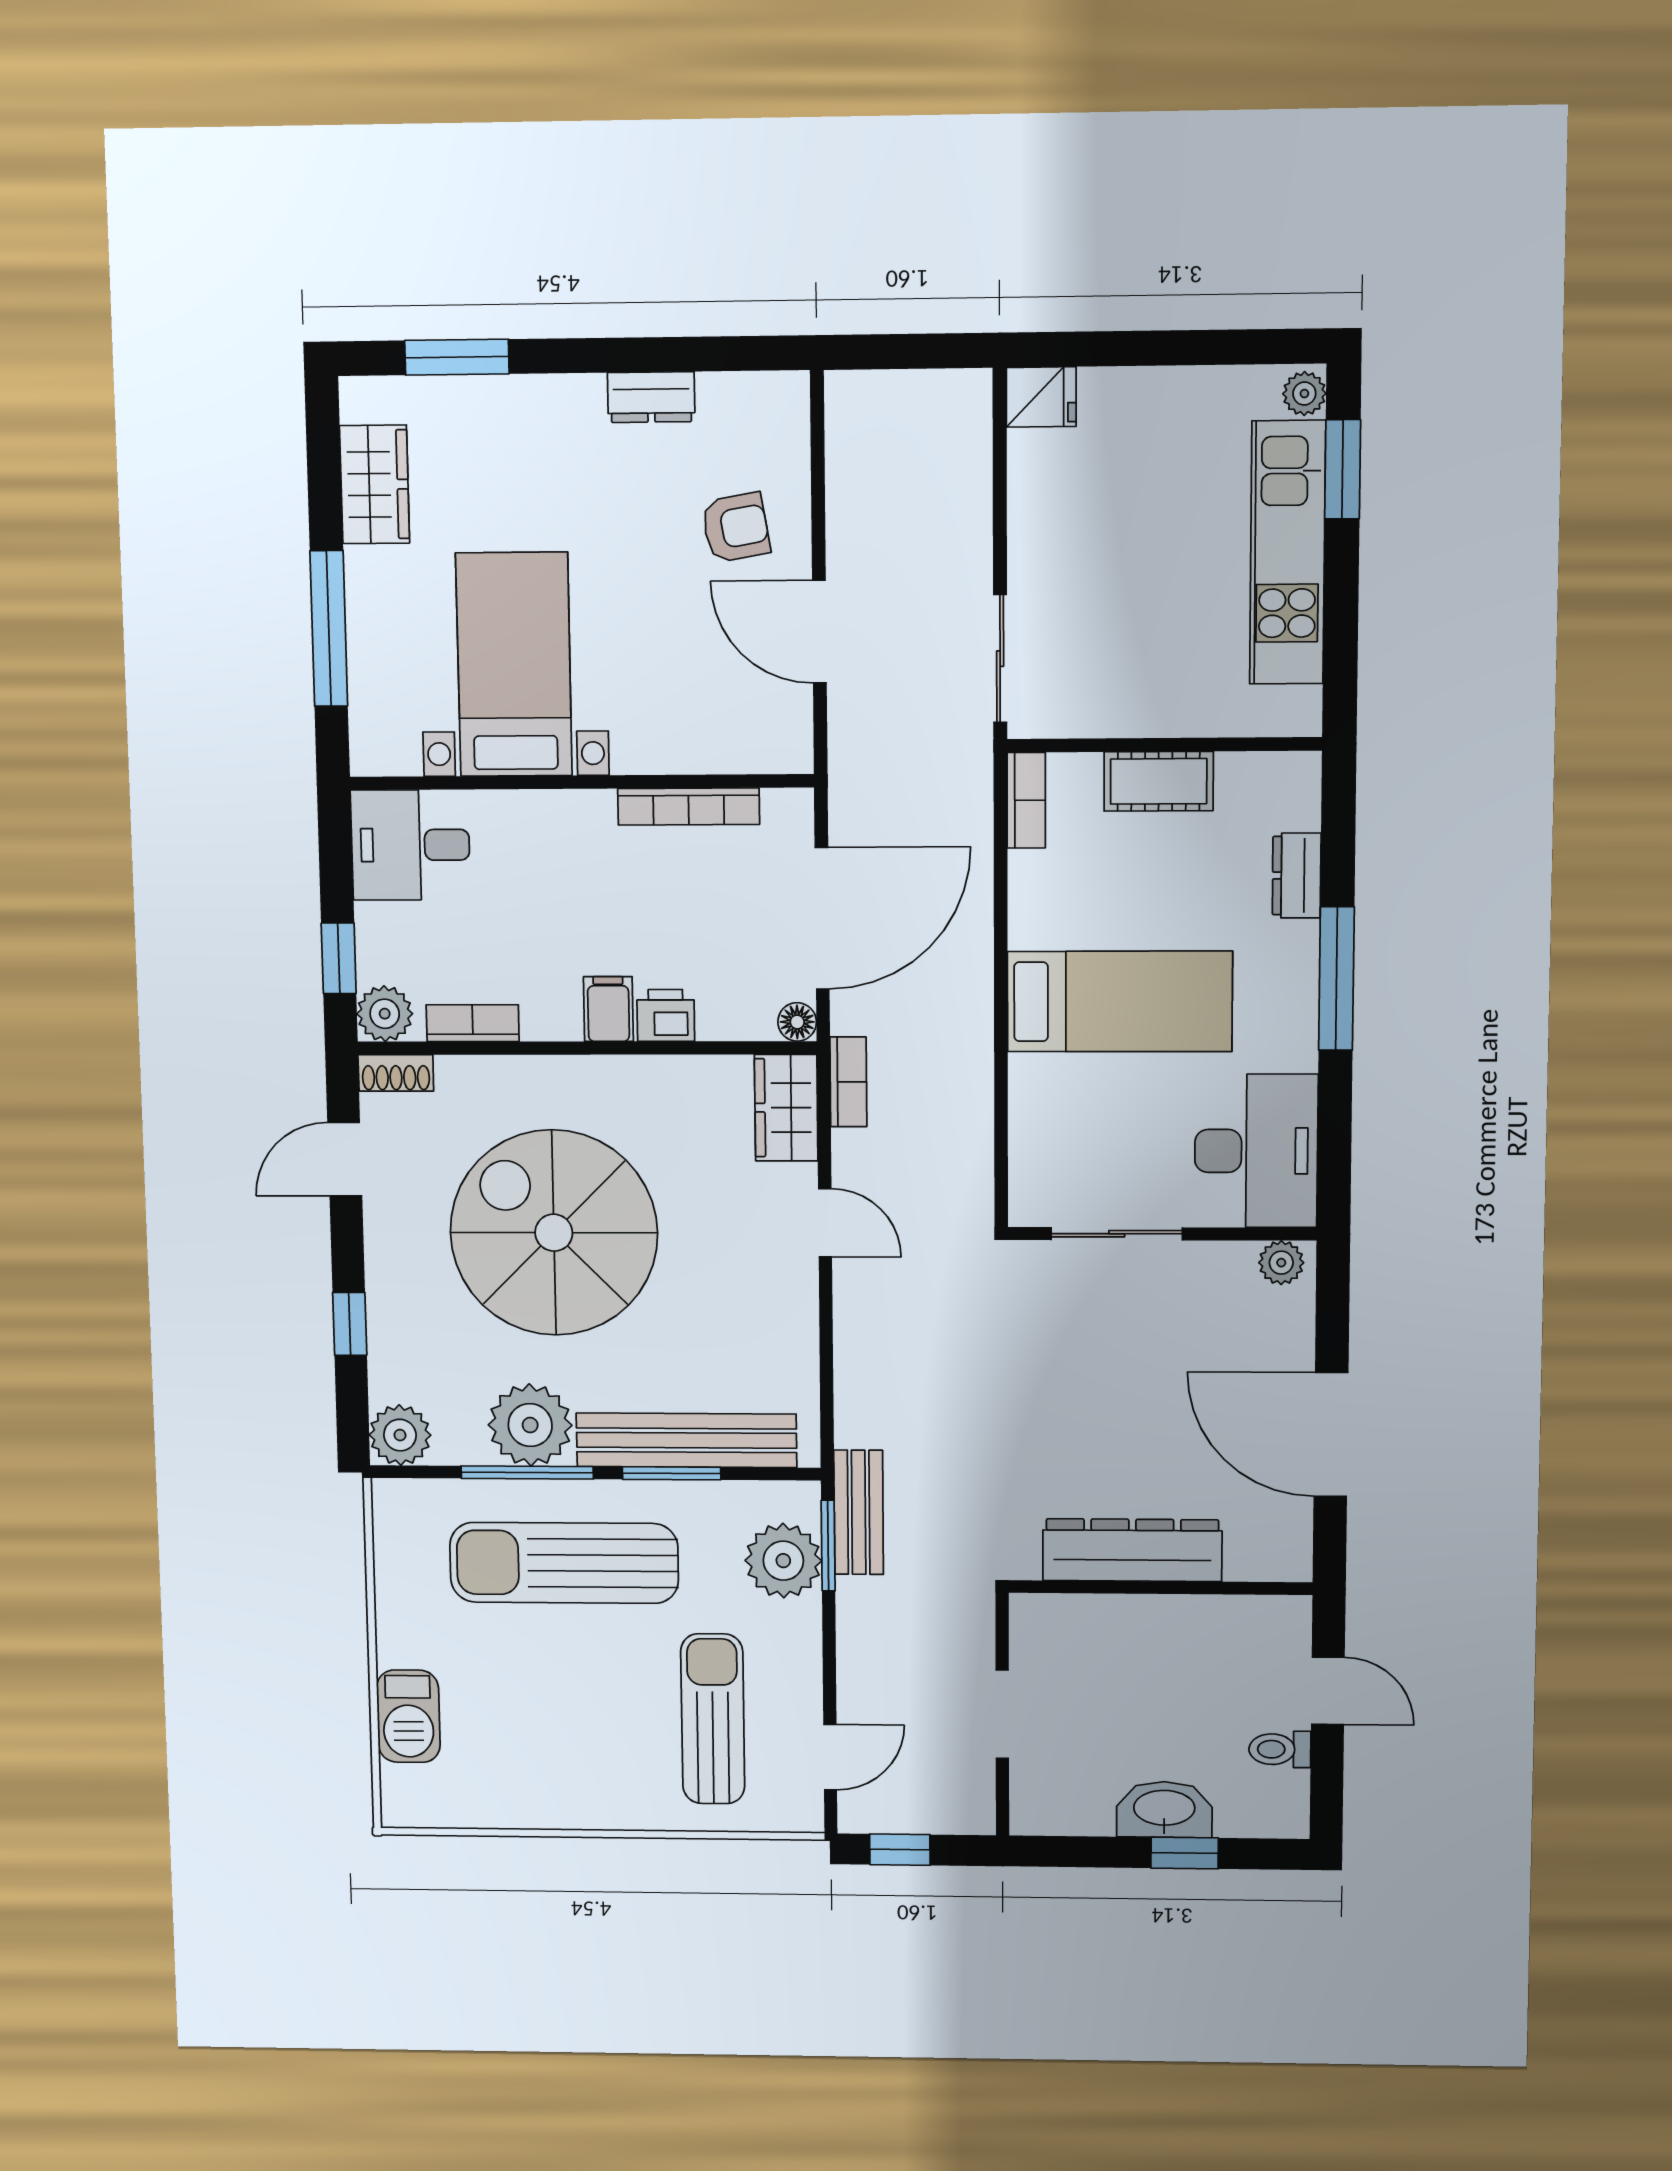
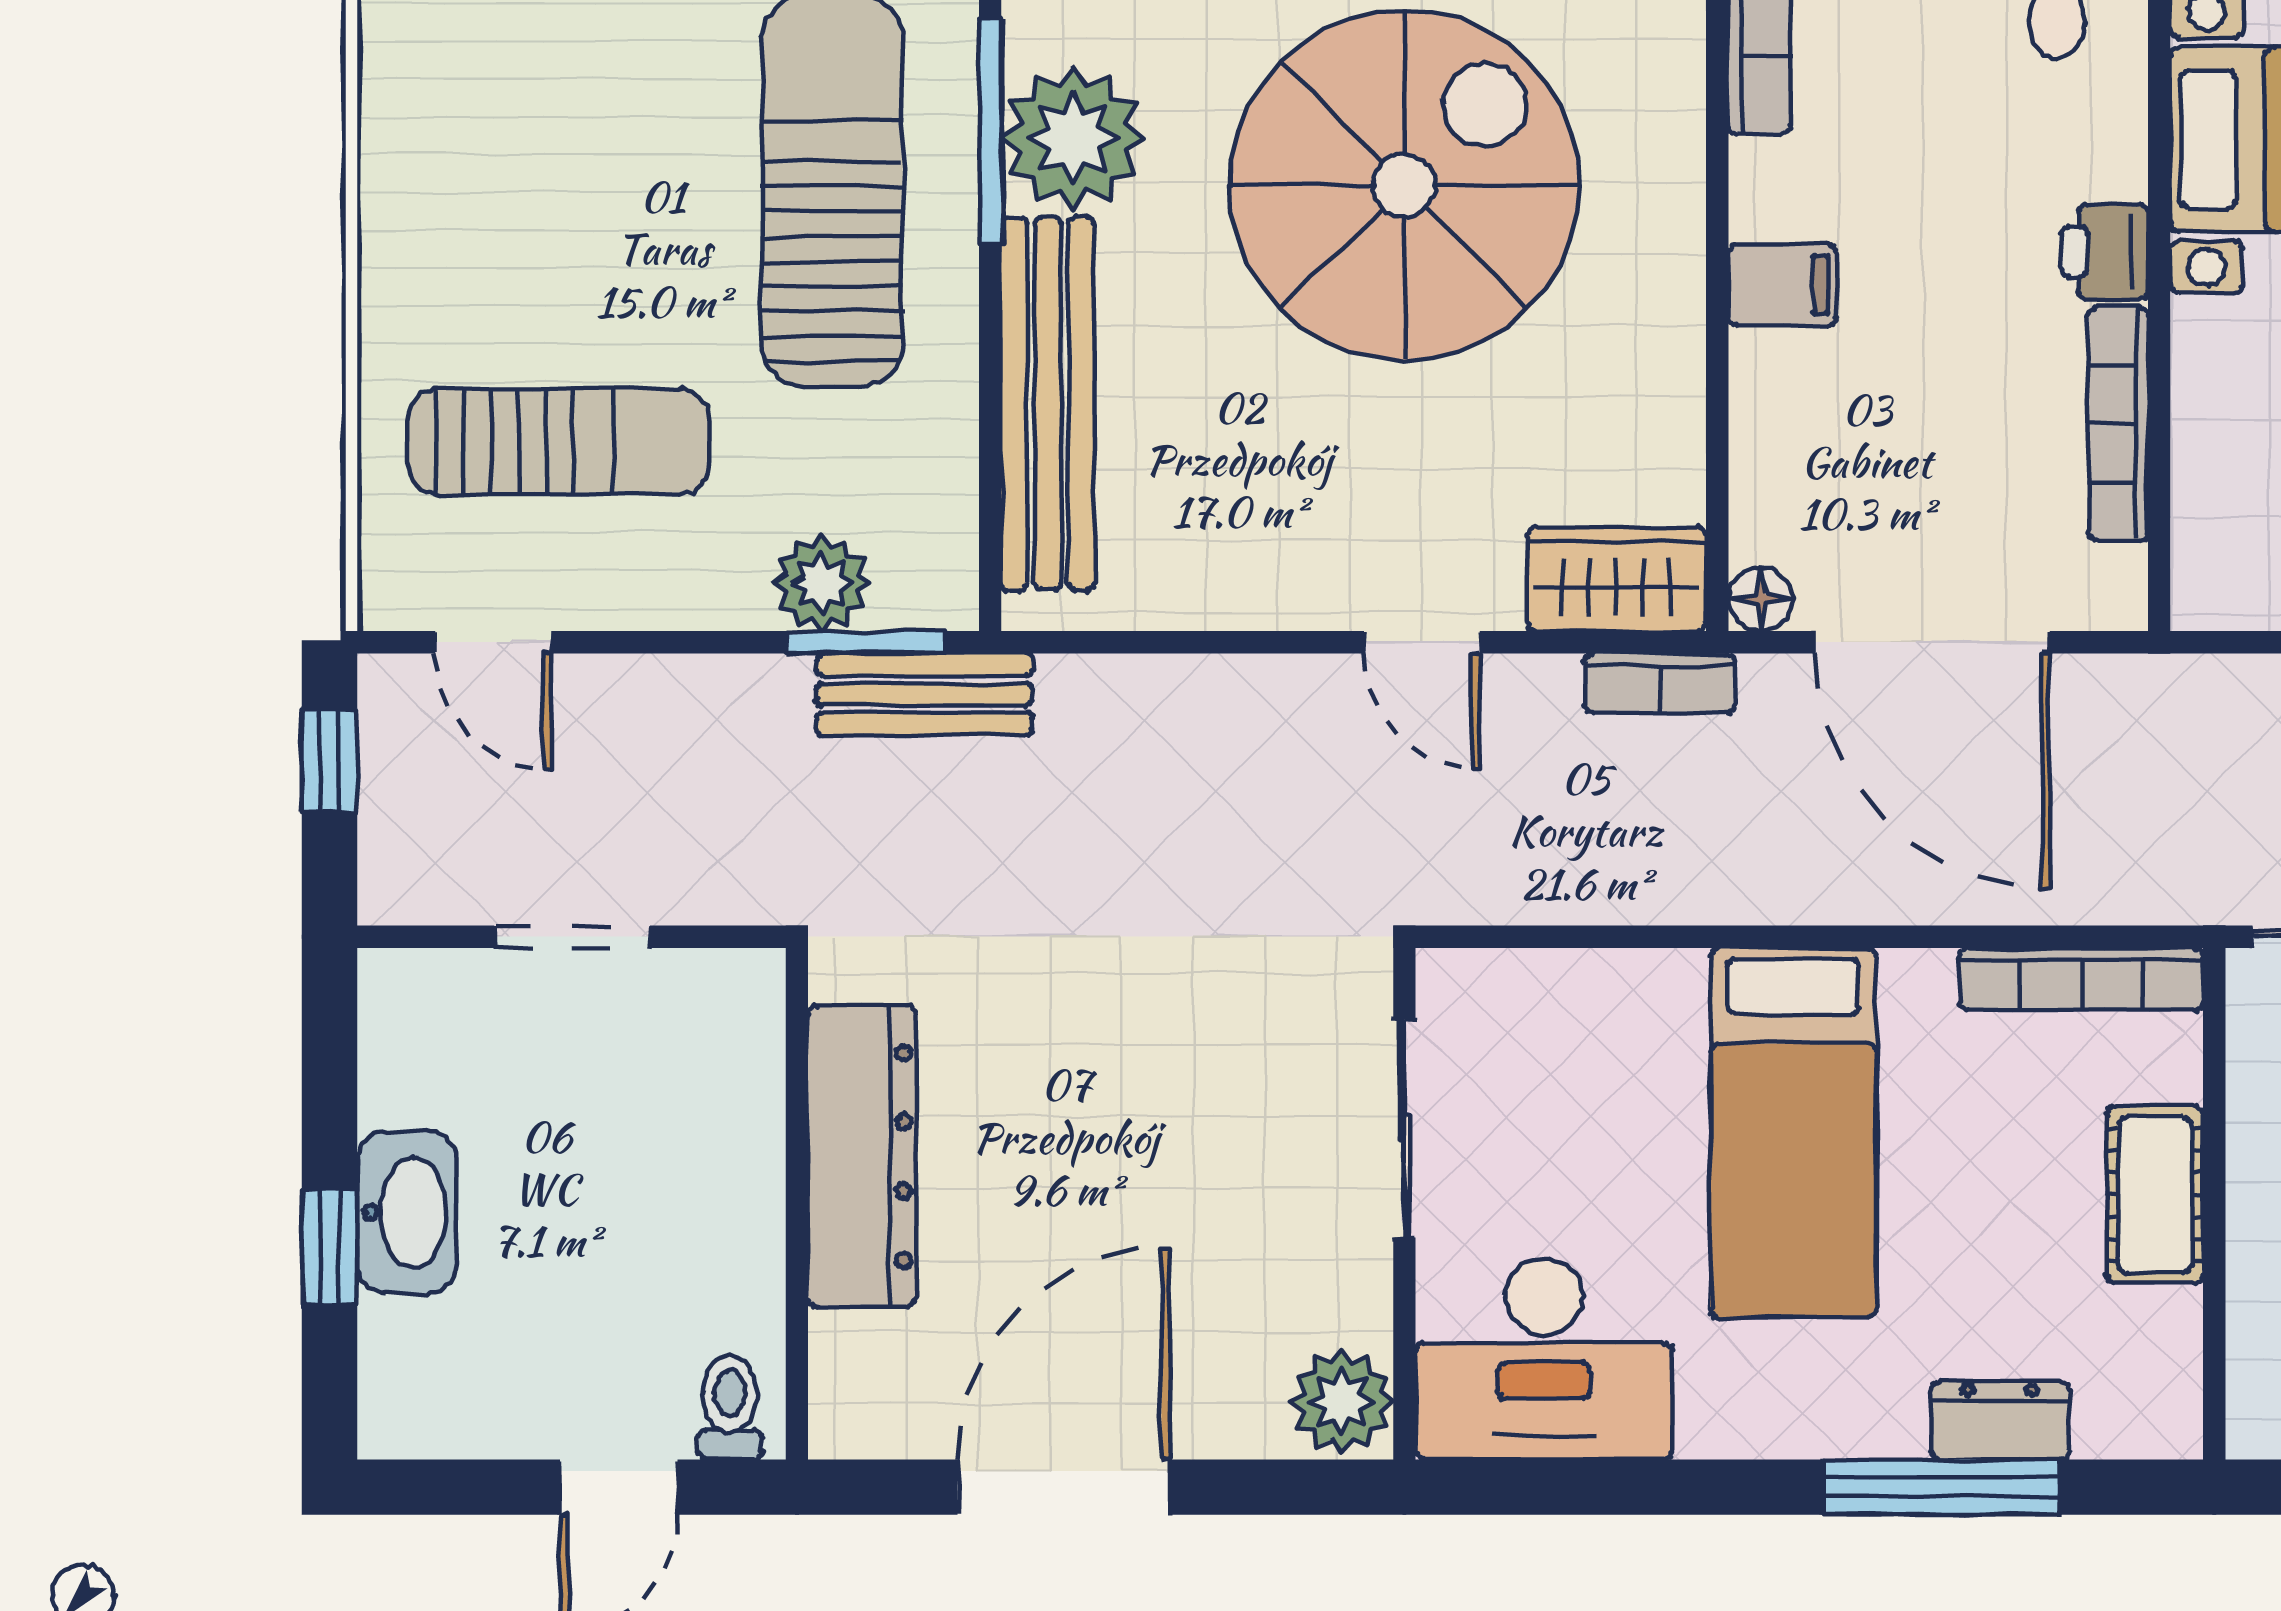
bookcase: (1026, 800) -> (2081, 979), width x1.56
window: (1336, 979) -> (1941, 1487), moved
printer: (666, 1015) -> (2105, 252), moved, turned 180
door: (825, 1223) -> (1422, 642), hinge flipped
plant: (1281, 1263) -> (1342, 1402), width x1.38, depth x1.38
window: (672, 1473) -> (990, 377), removed
plant: (783, 1561) -> (822, 583), width x0.73, depth x0.73
toilet: (1280, 1749) -> (730, 1407), moved

